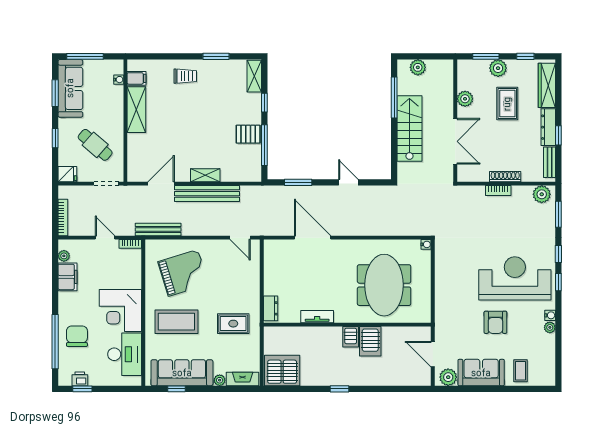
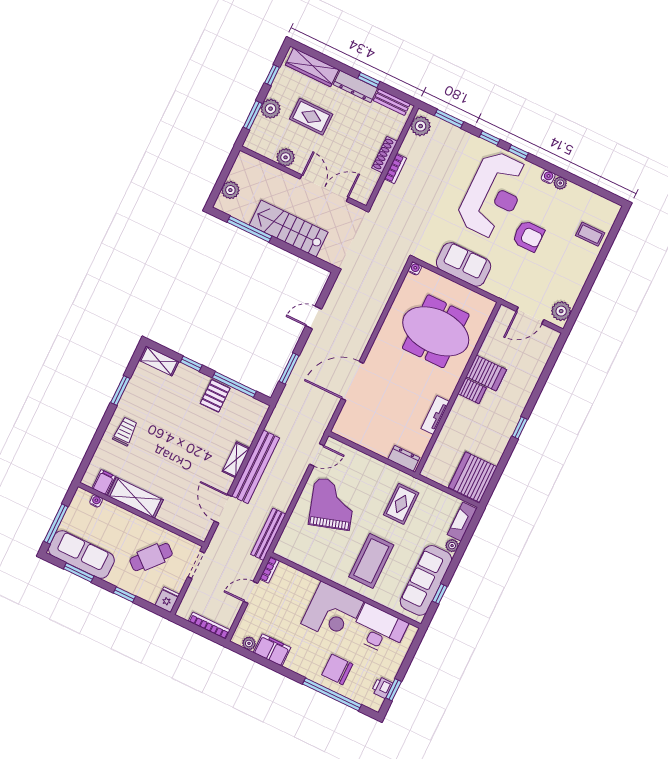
grand piano: (183, 273) -> (332, 504), moved
reception desk: (515, 278) -> (493, 195), turned 180
sofa: (481, 373) -> (464, 264), moved, turned 90

